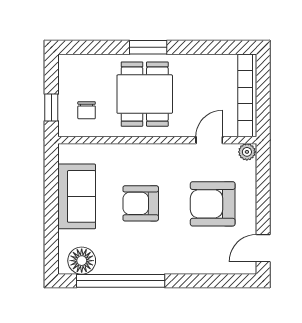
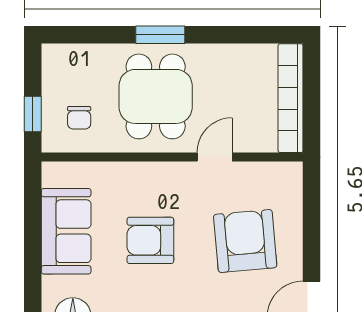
door: (209, 140) -> (215, 157), moved
plant: (247, 152) -> (290, 173), removed
armchair: (213, 204) -> (245, 241), turned 85

